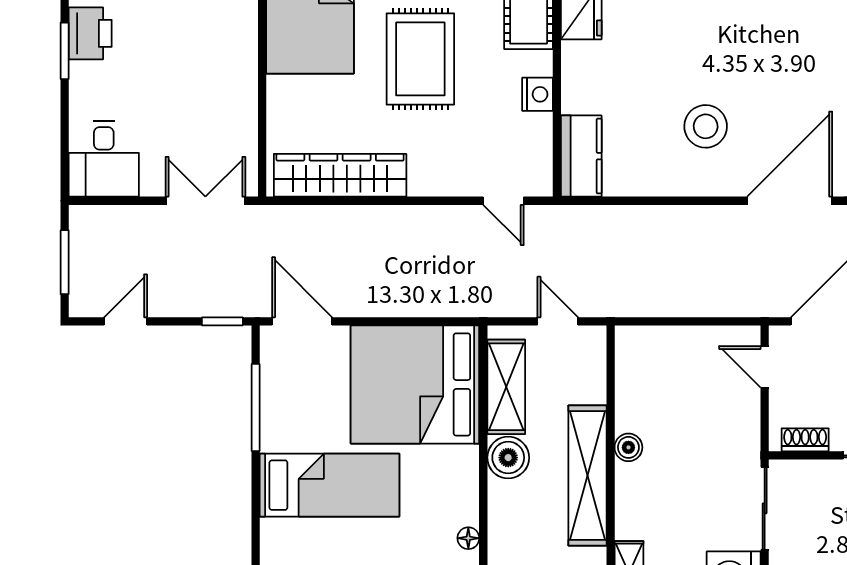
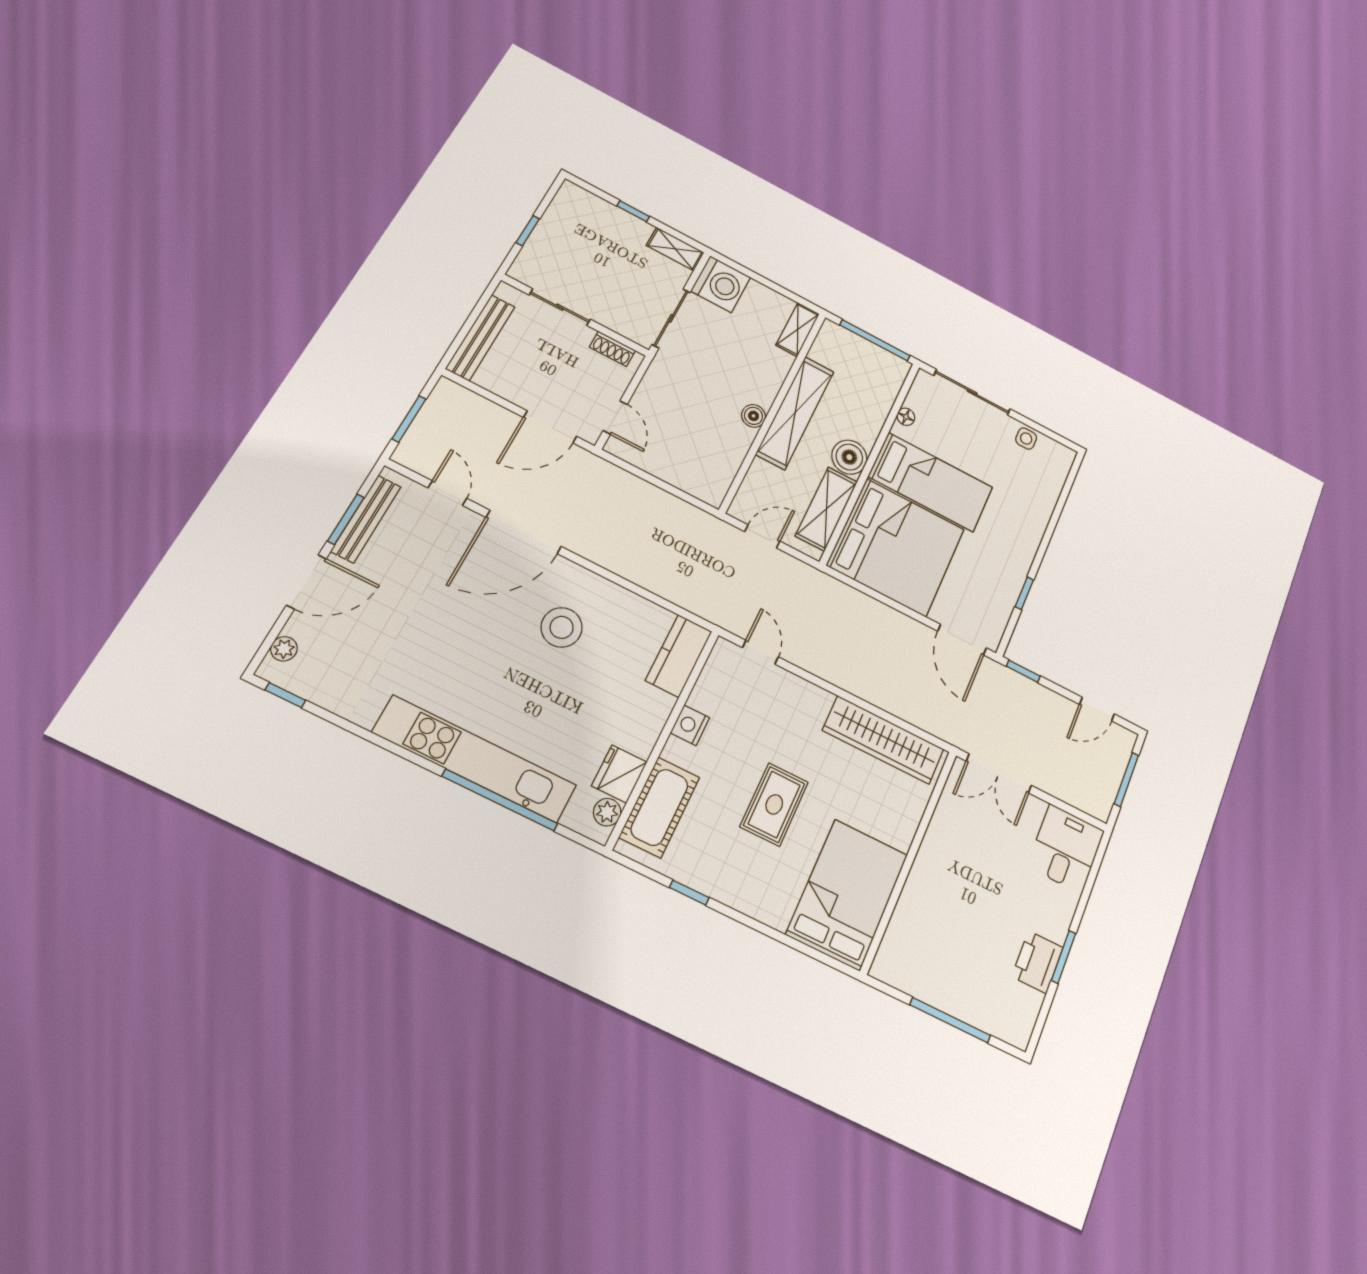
rug: (420, 59) -> (774, 804), width x0.73, depth x0.70
door: (558, 321) -> (762, 536), swing flipped
window: (256, 408) -> (1024, 593), width x0.46
bed: (329, 485) -> (931, 482), moved, turned 180

